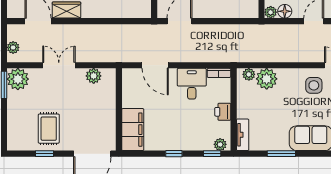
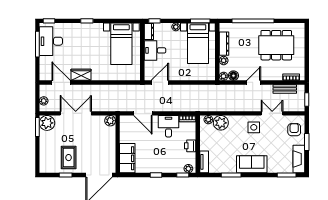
double door: (59, 65) -> (76, 113), width x1.37
plant: (94, 76) -> (110, 121), moved

